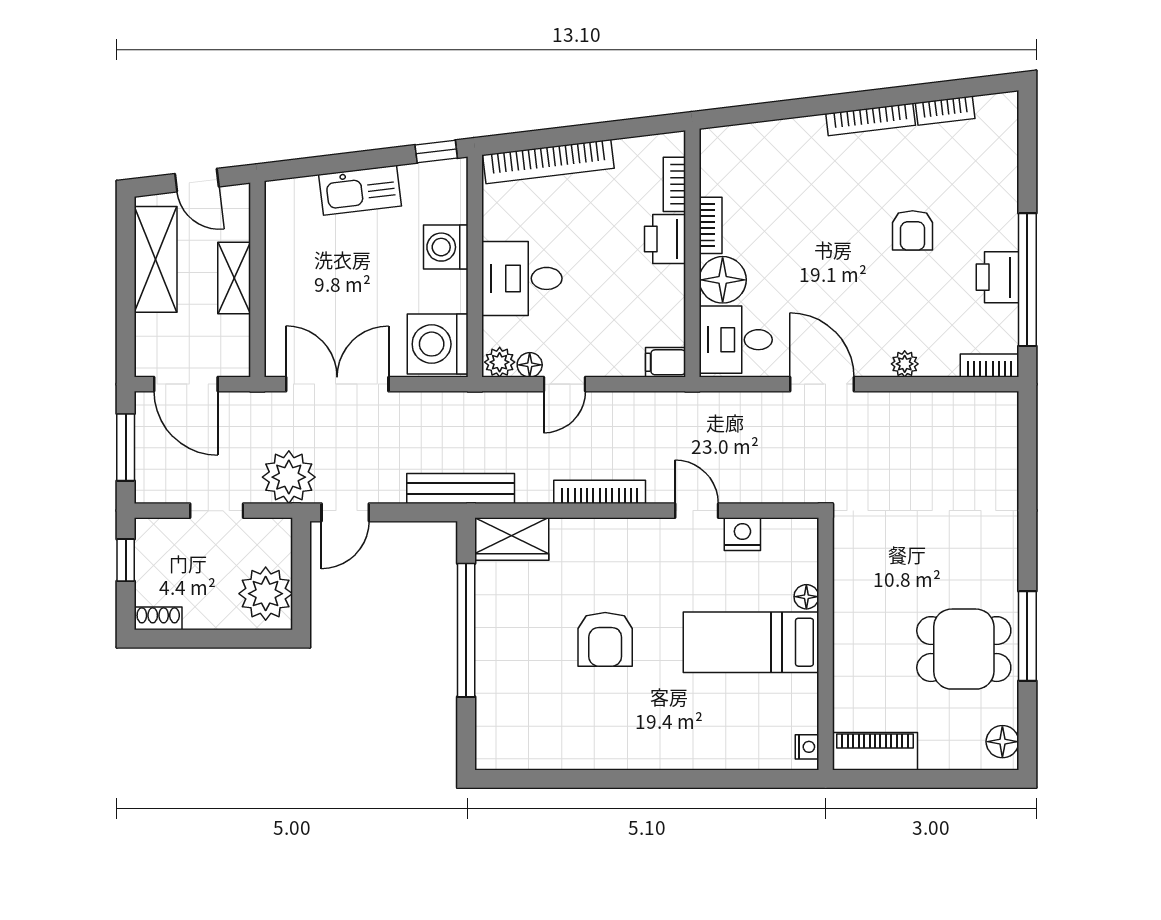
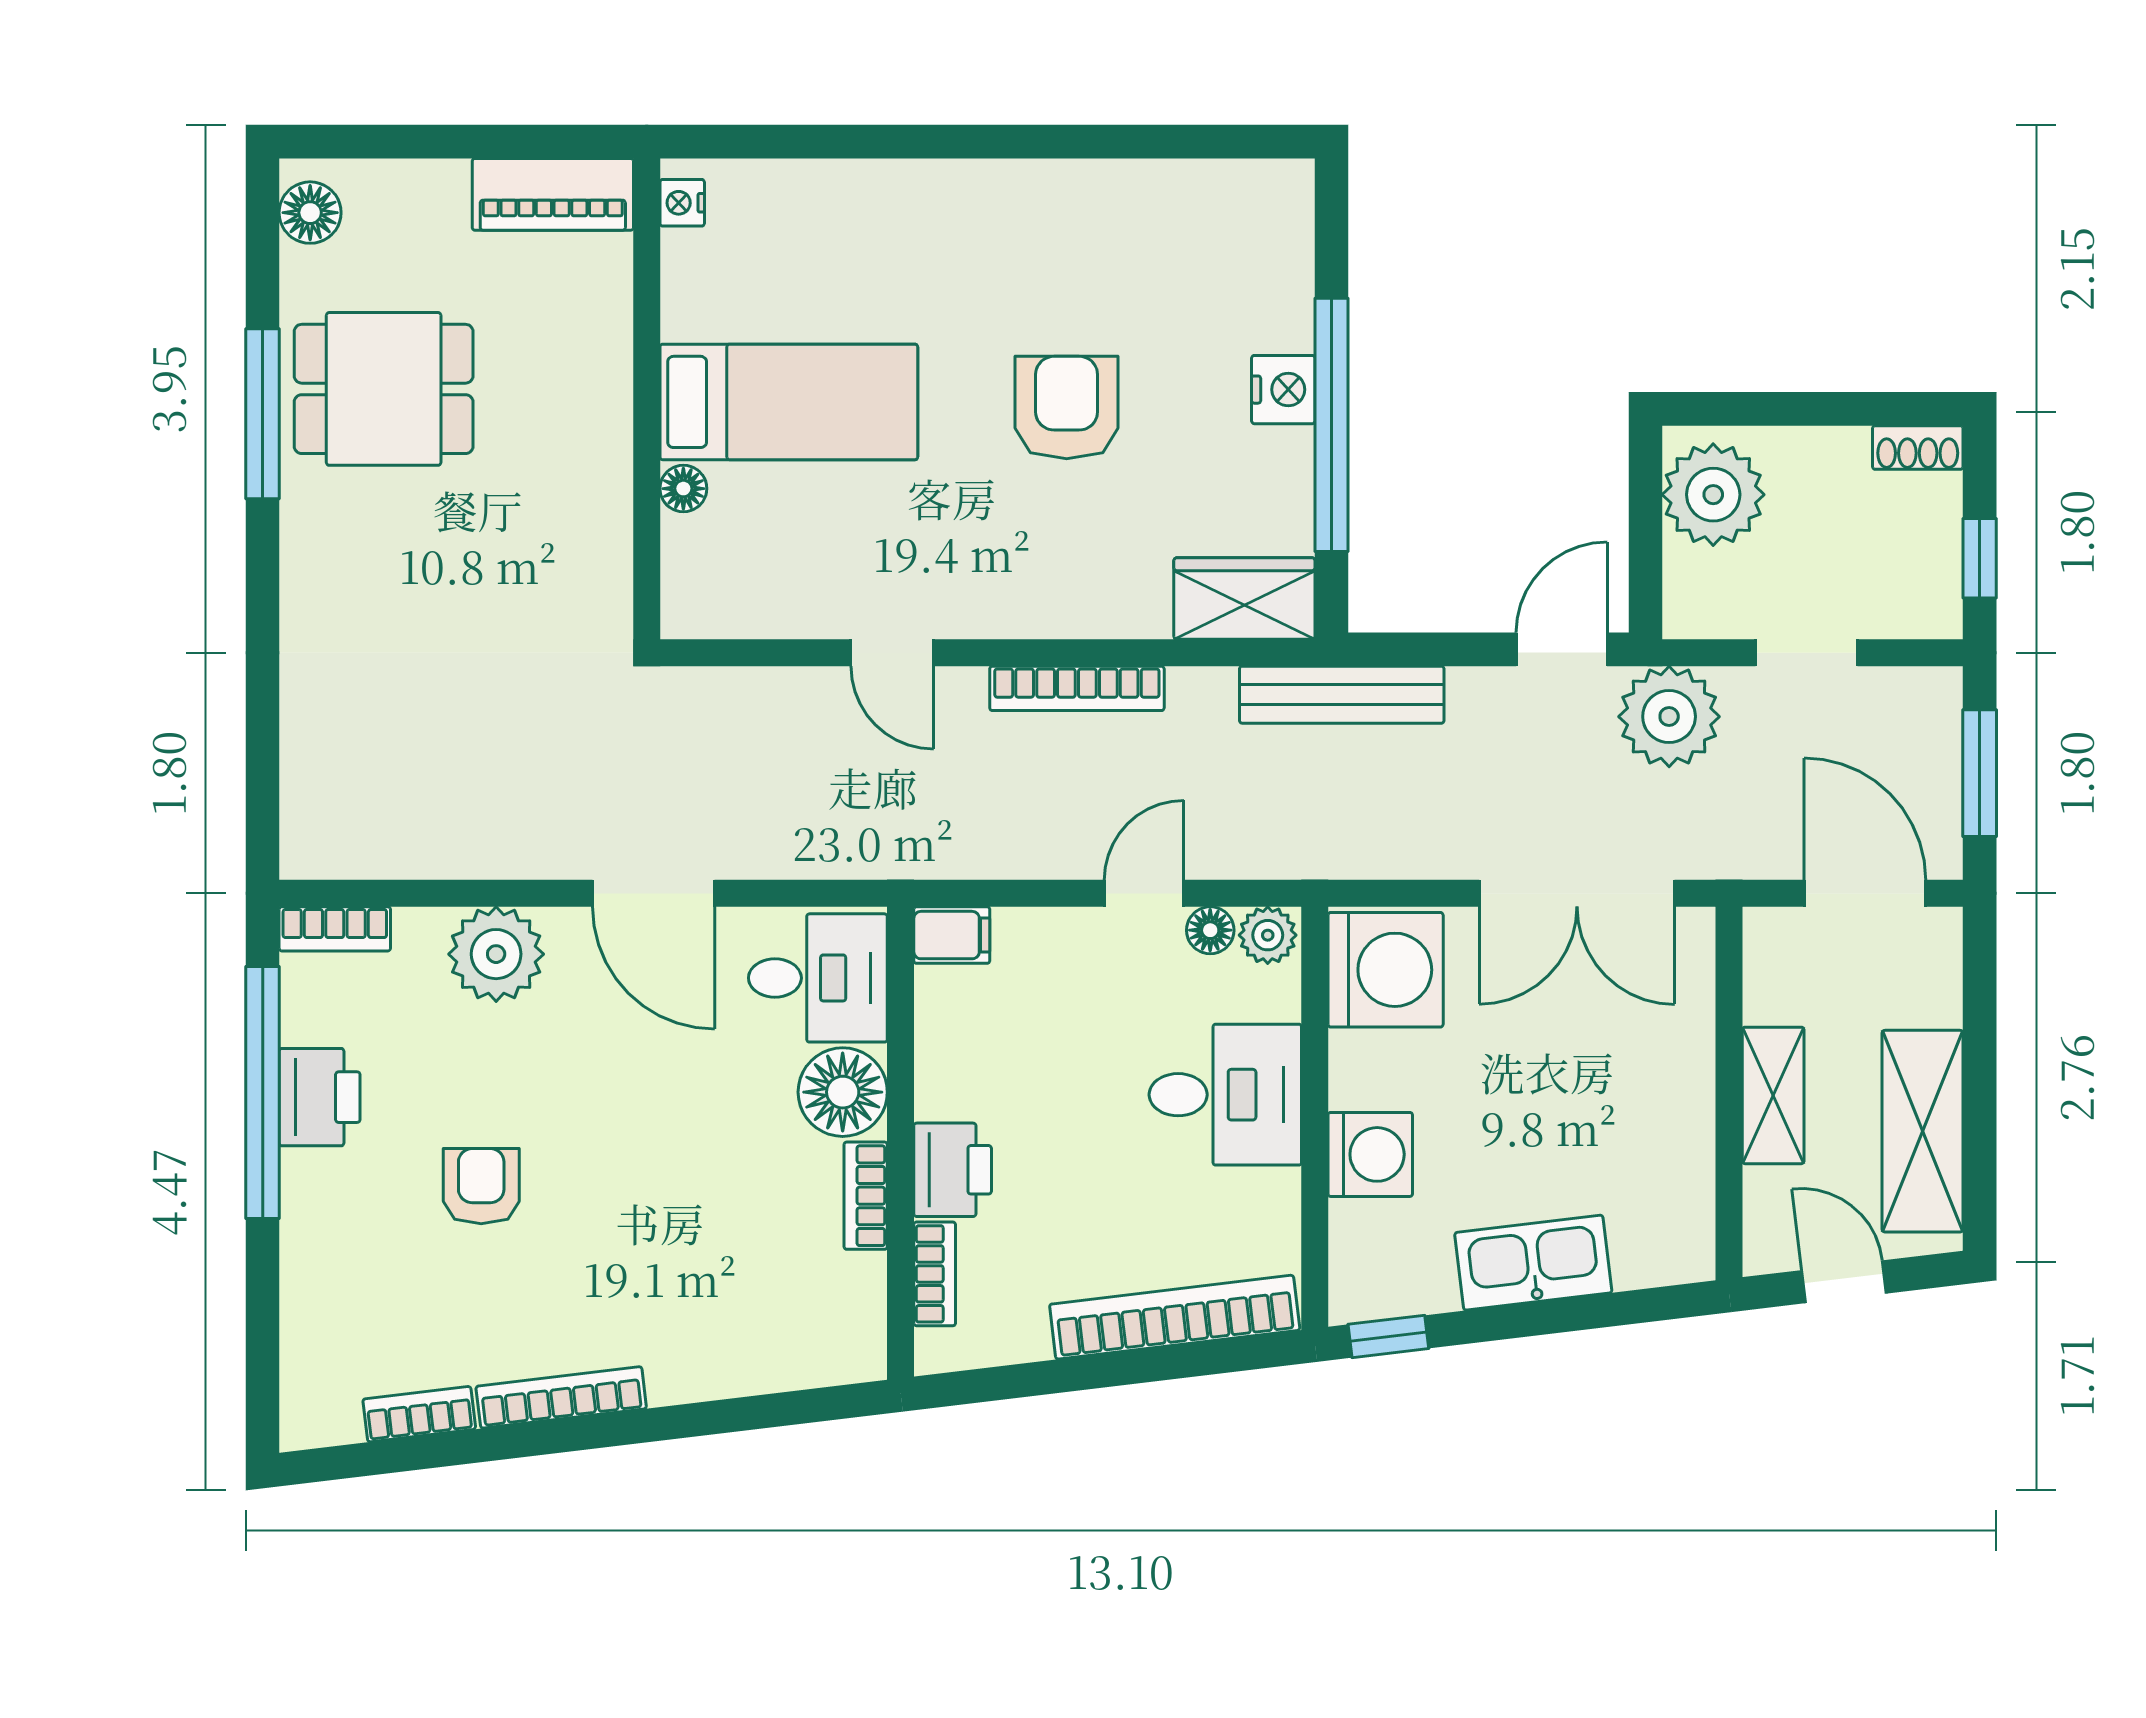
plant: (905, 364) -> (496, 954), width x1.87, depth x1.87
nightstand: (742, 534) -> (1283, 390), moved, turned -90

